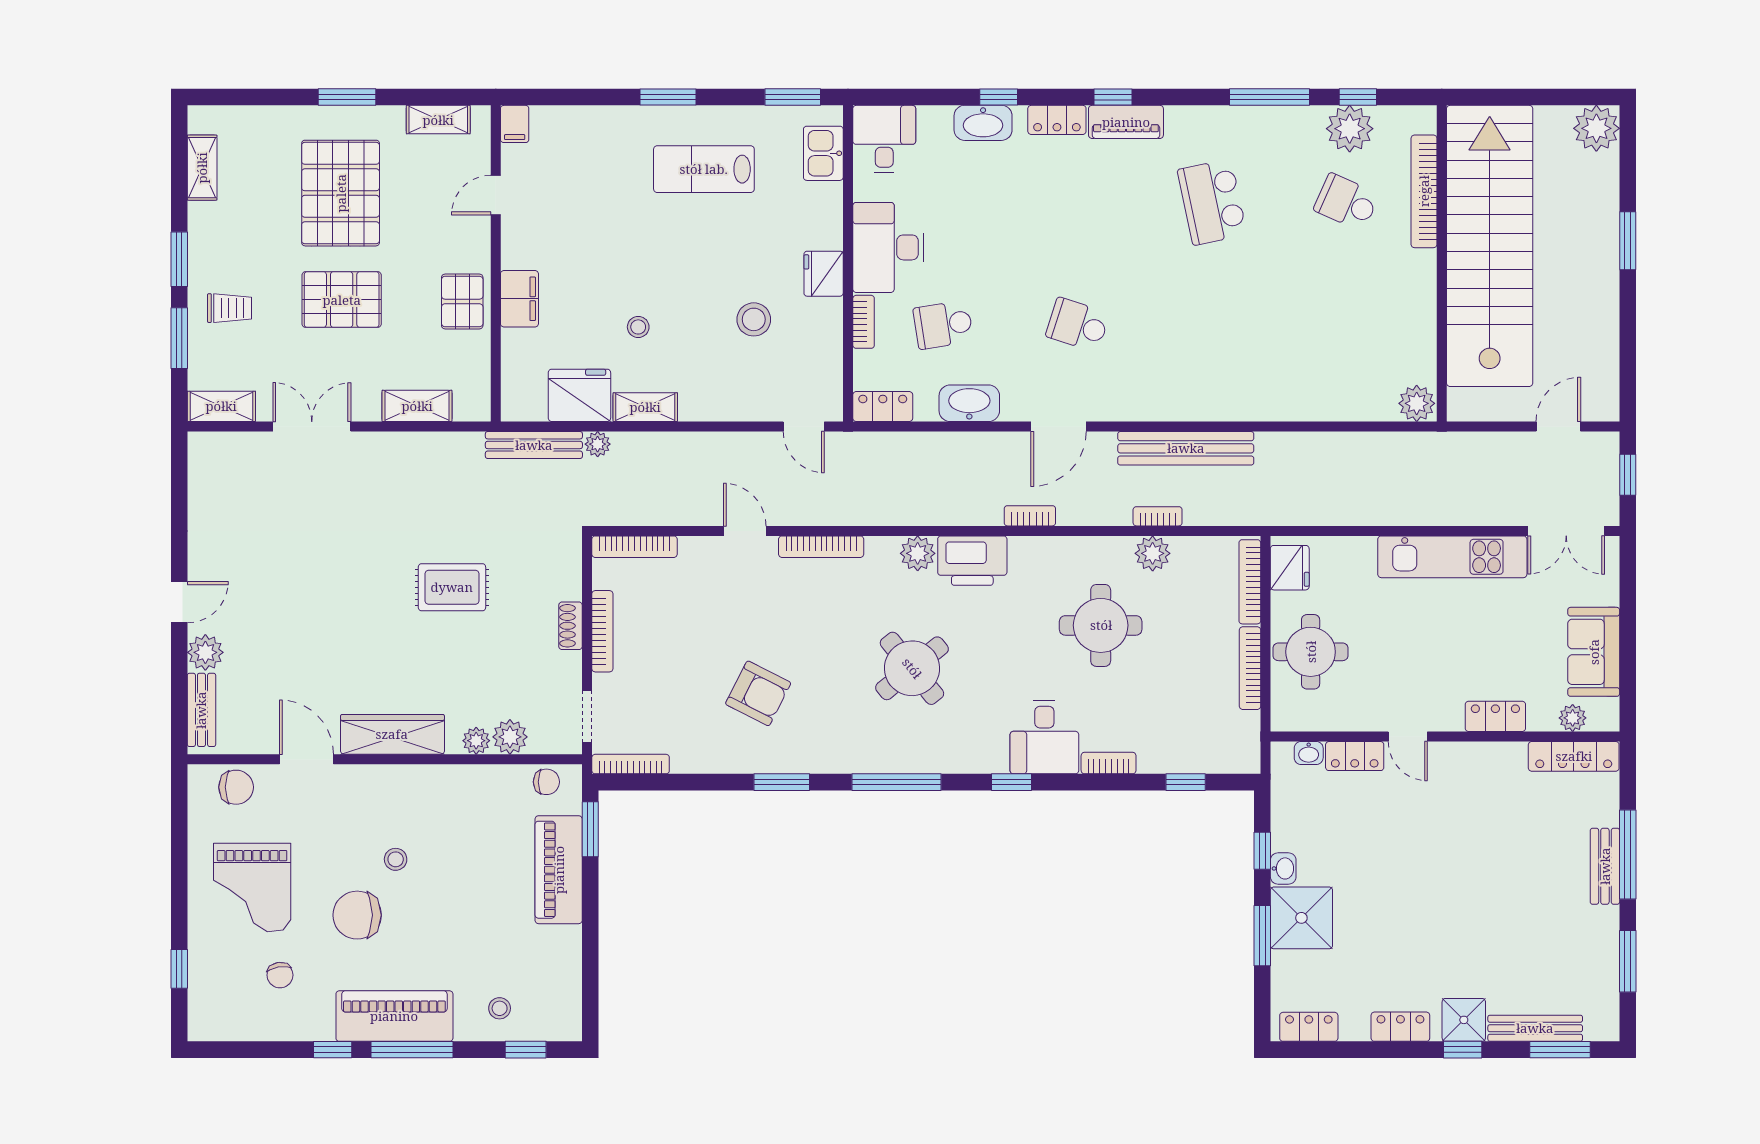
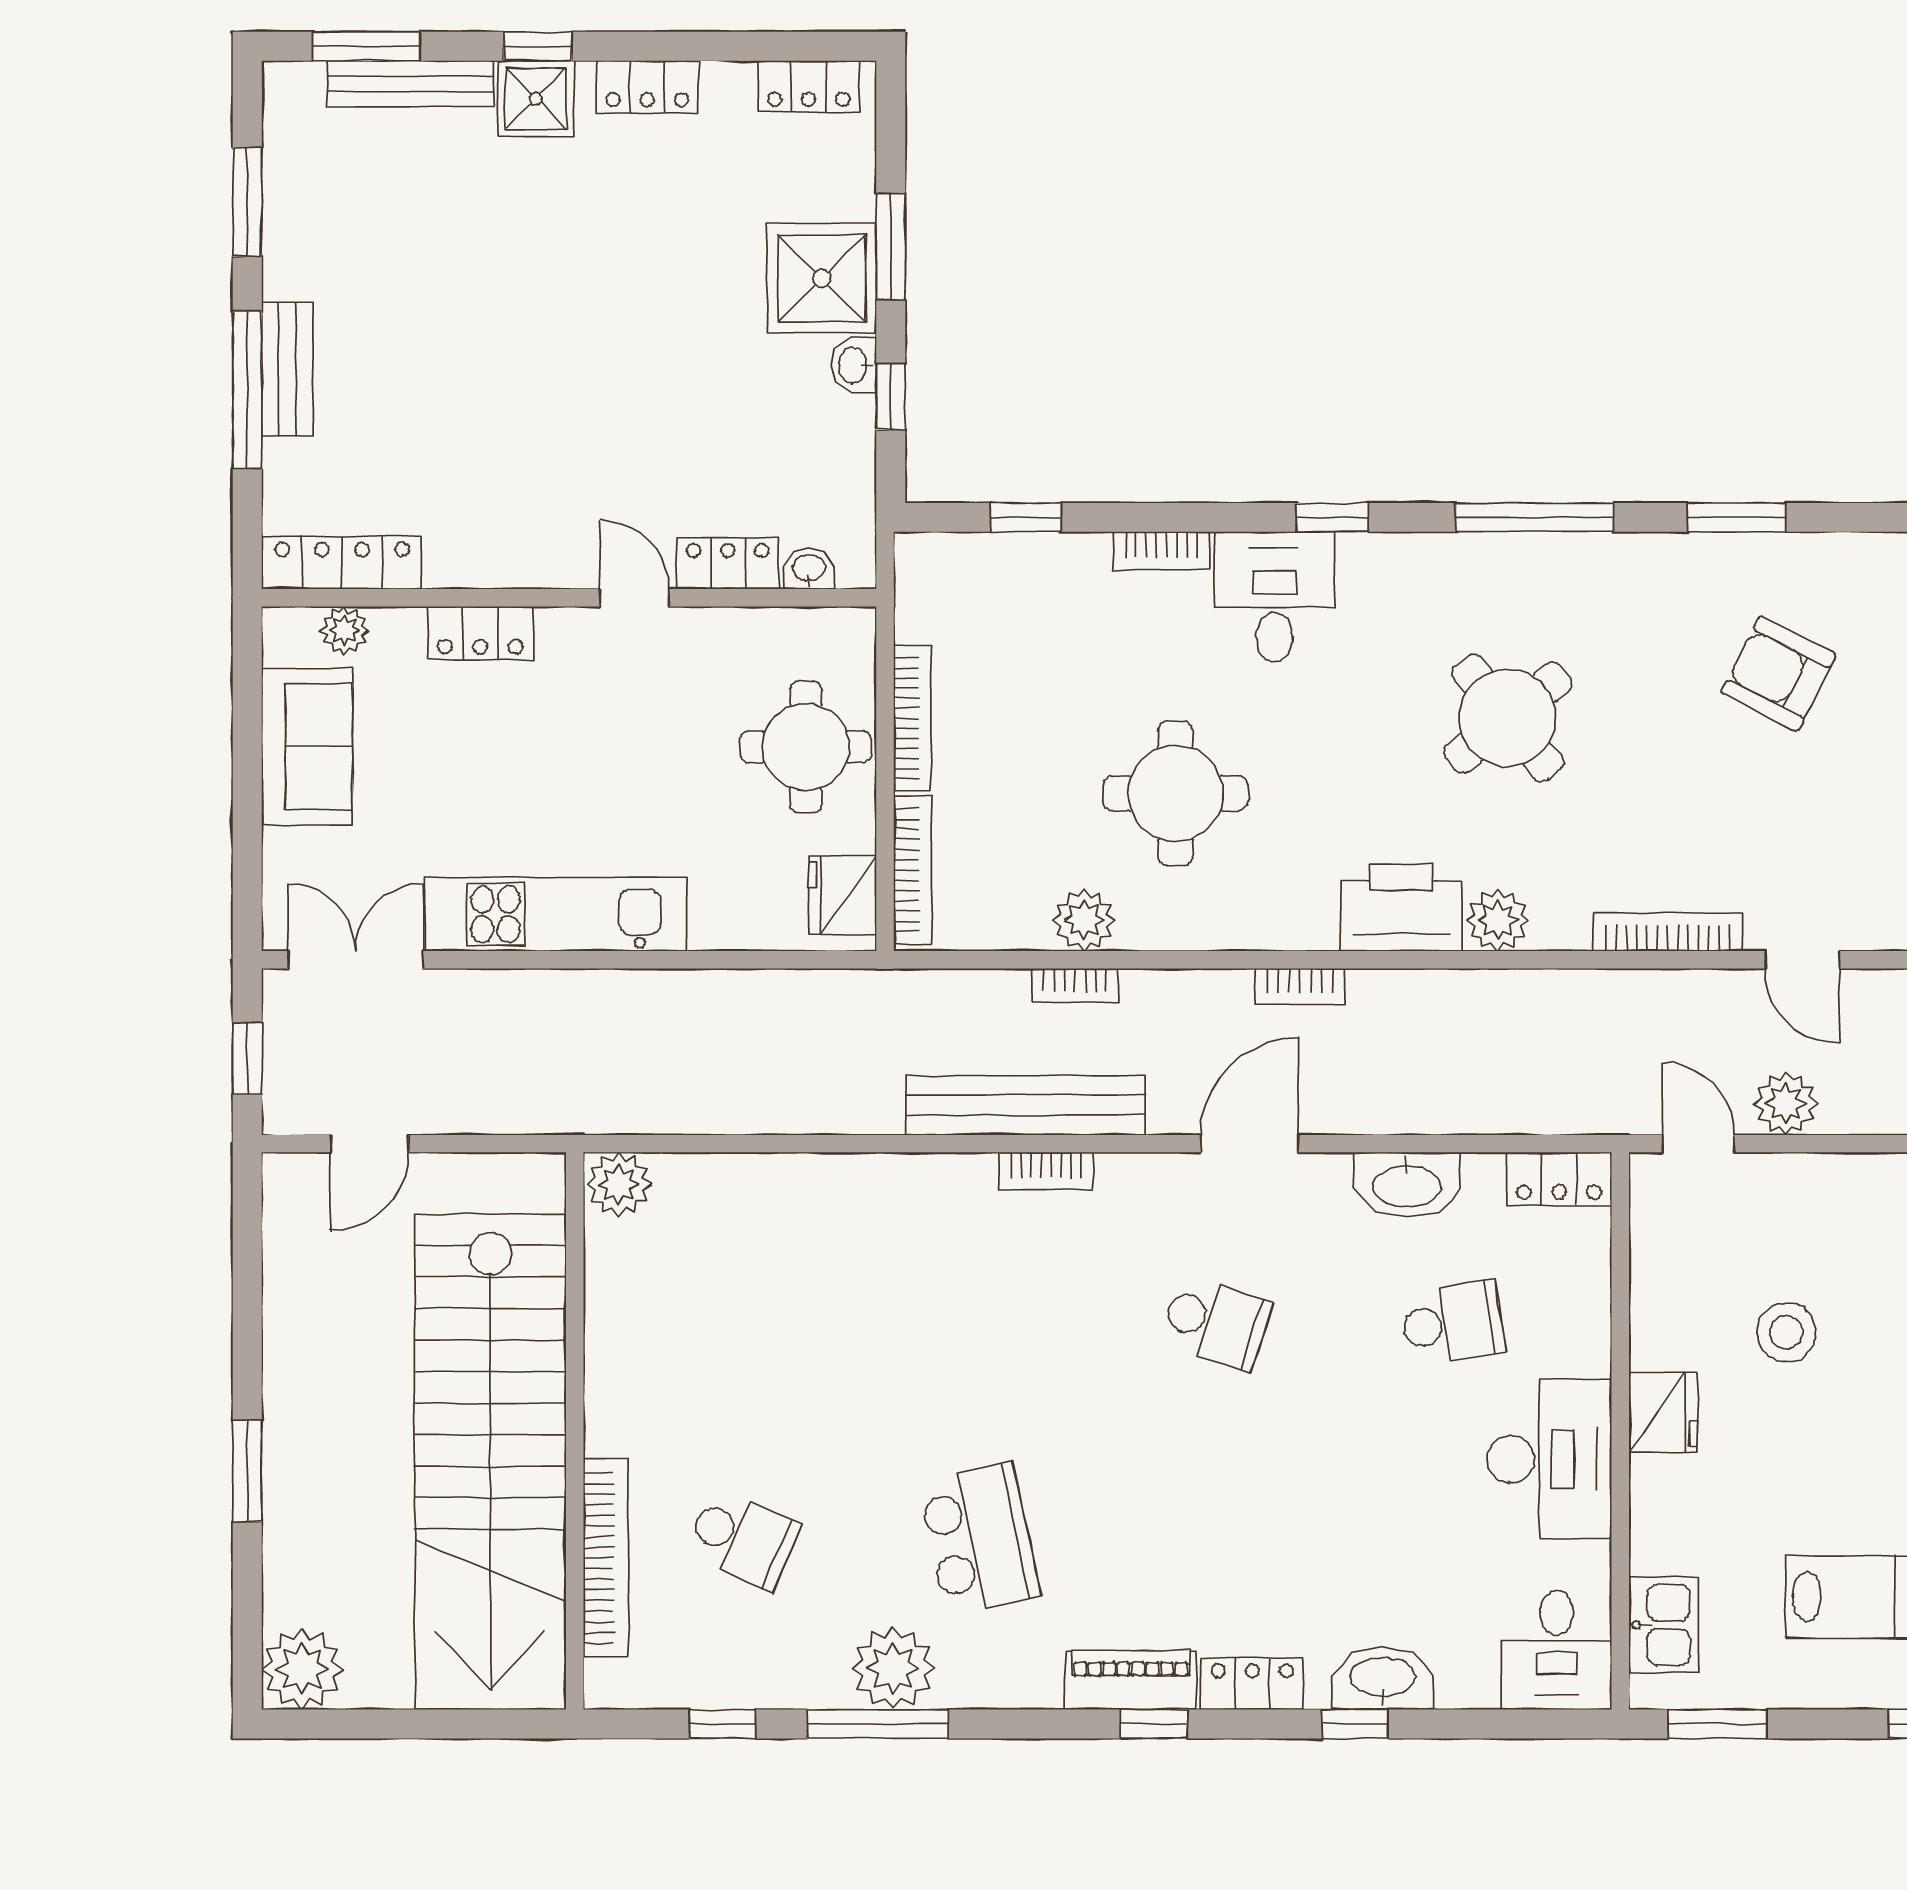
plant: (1350, 129) -> (893, 1668), moved
bookcase: (864, 322) -> (1046, 1171), moved, turned -90
plant: (754, 449) -> (1786, 1104), added

